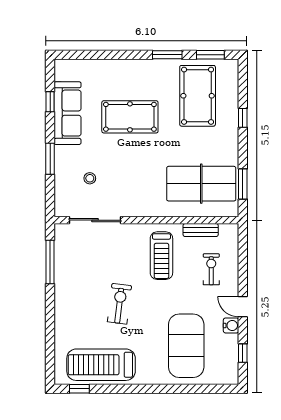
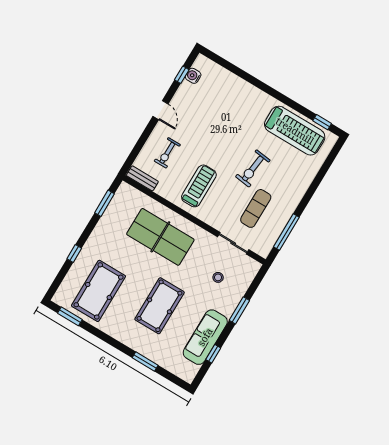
window: (167, 55) -> (145, 361), moved
pool table: (130, 117) -> (159, 306), turned 90
table tennis table: (201, 184) -> (160, 237), moved
sliding door: (95, 220) -> (233, 243), width x0.73
bench: (201, 230) -> (142, 178), moved
water cooler: (231, 325) -> (193, 76), moved
exercise mat: (186, 346) -> (256, 208), moved, width x0.50, depth x0.69

